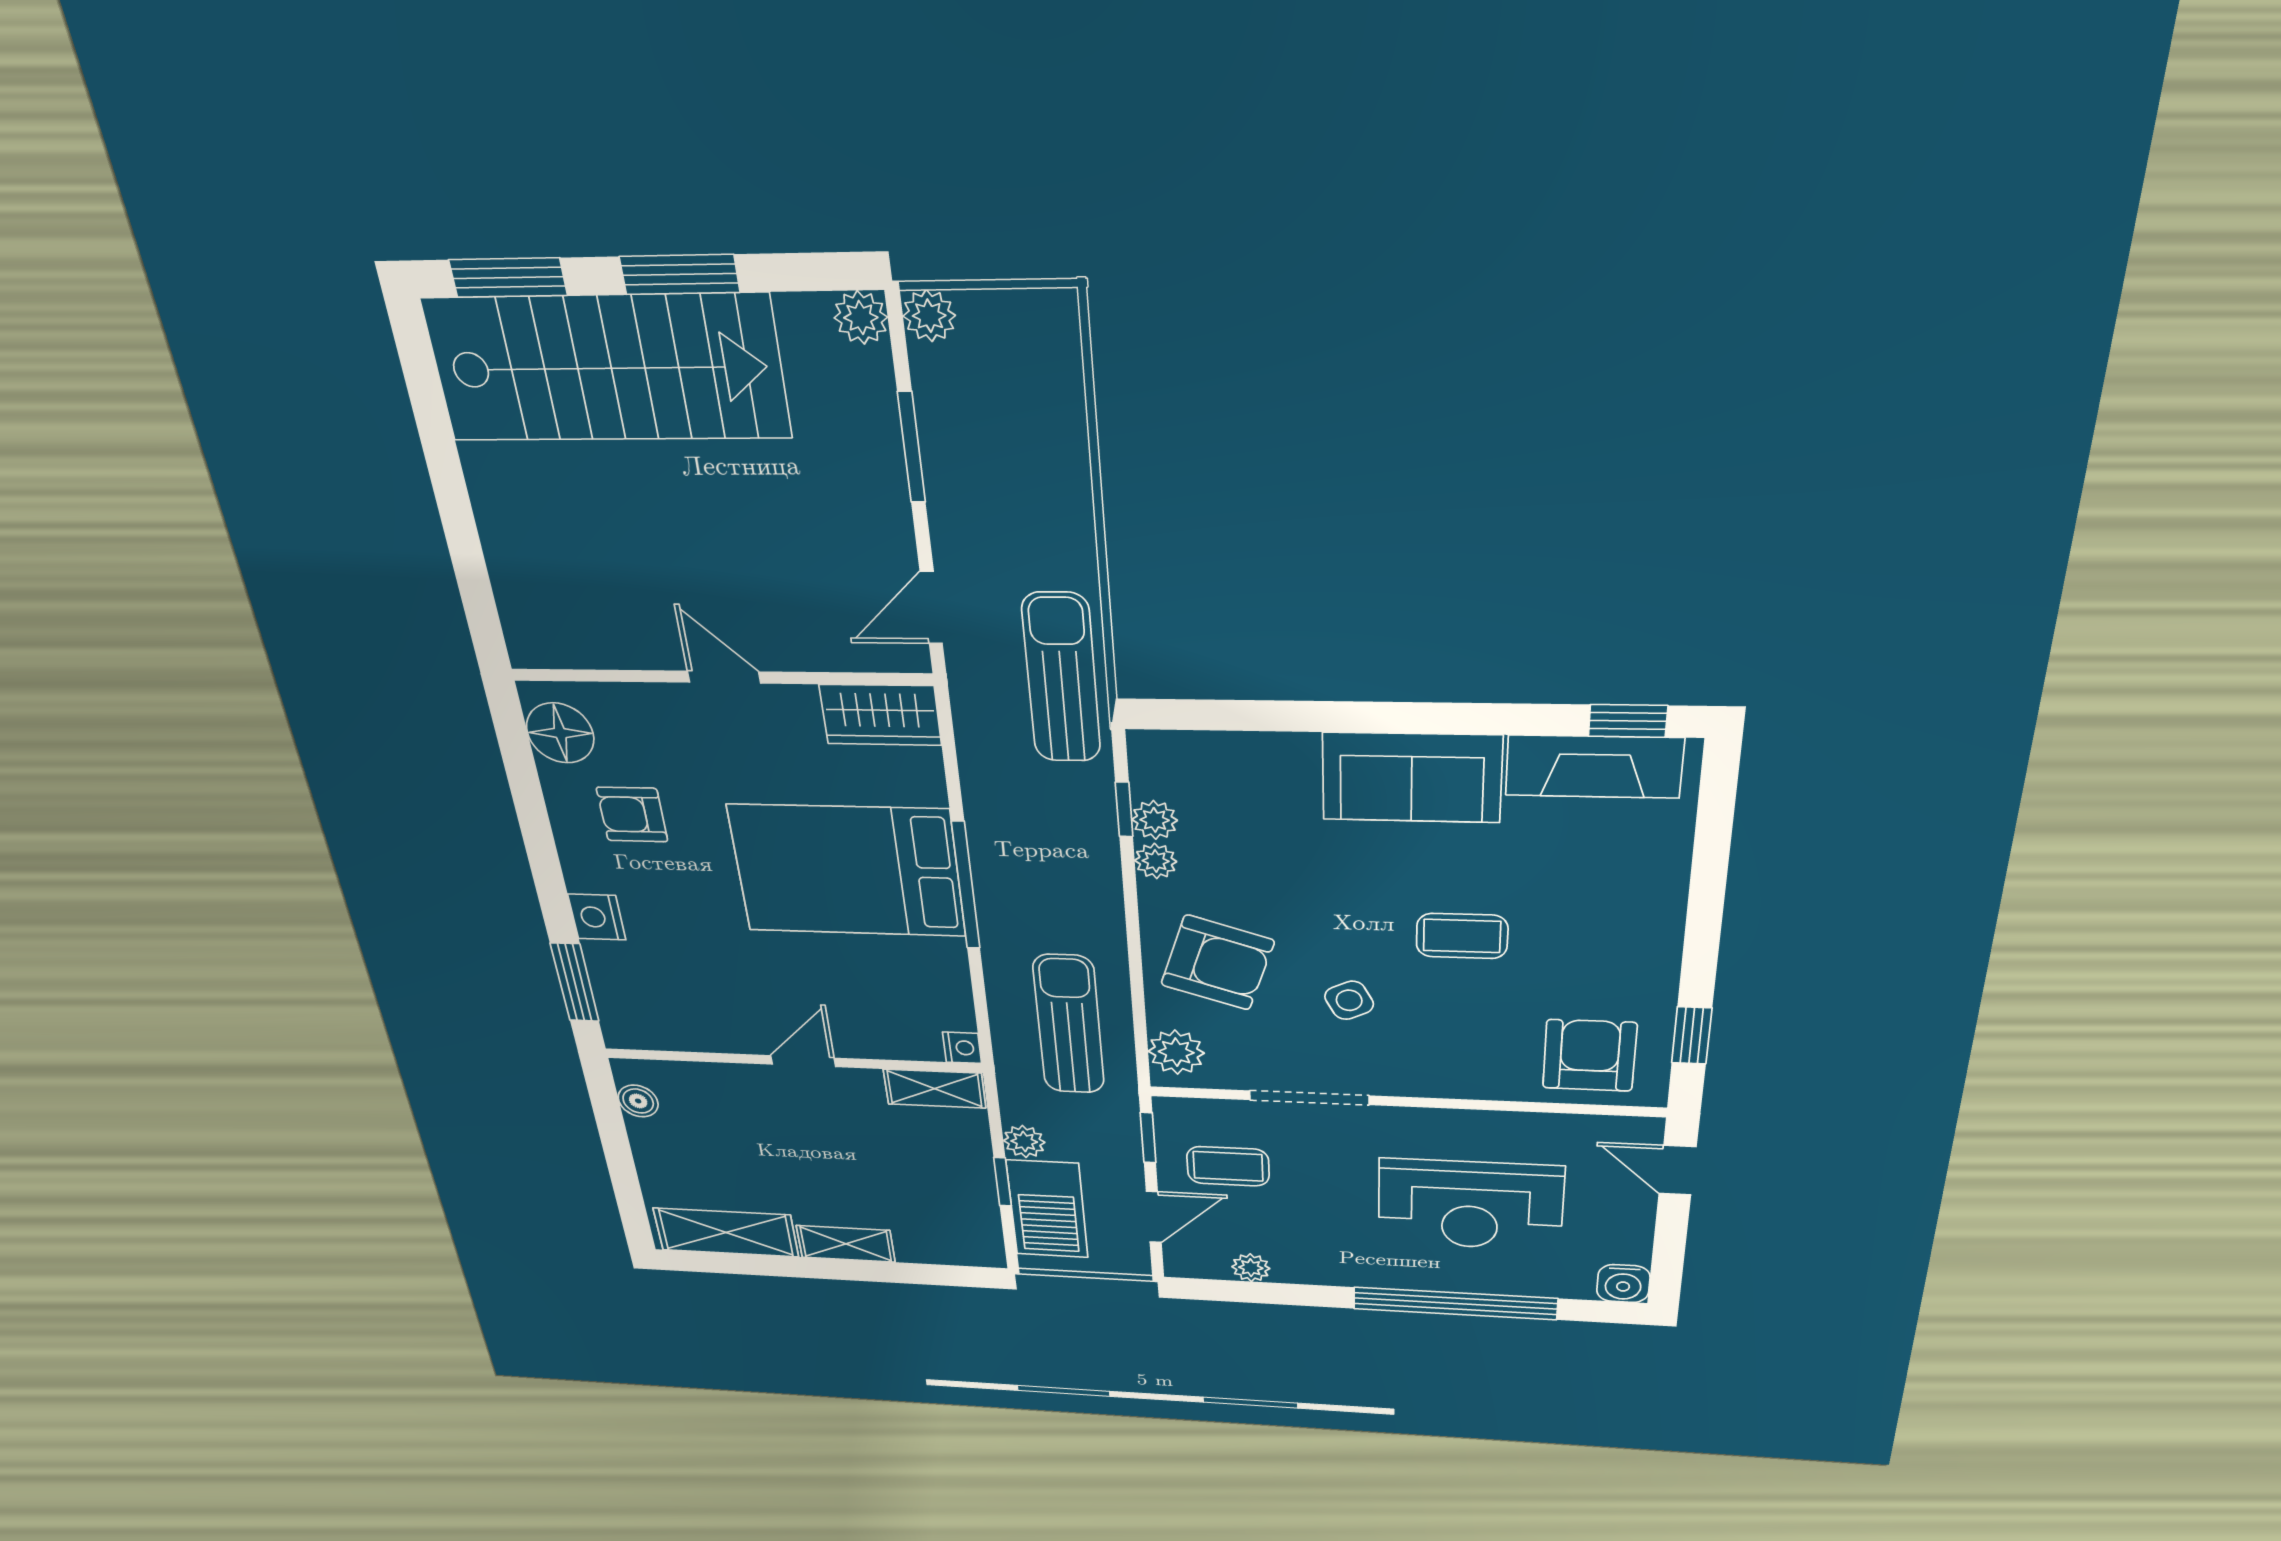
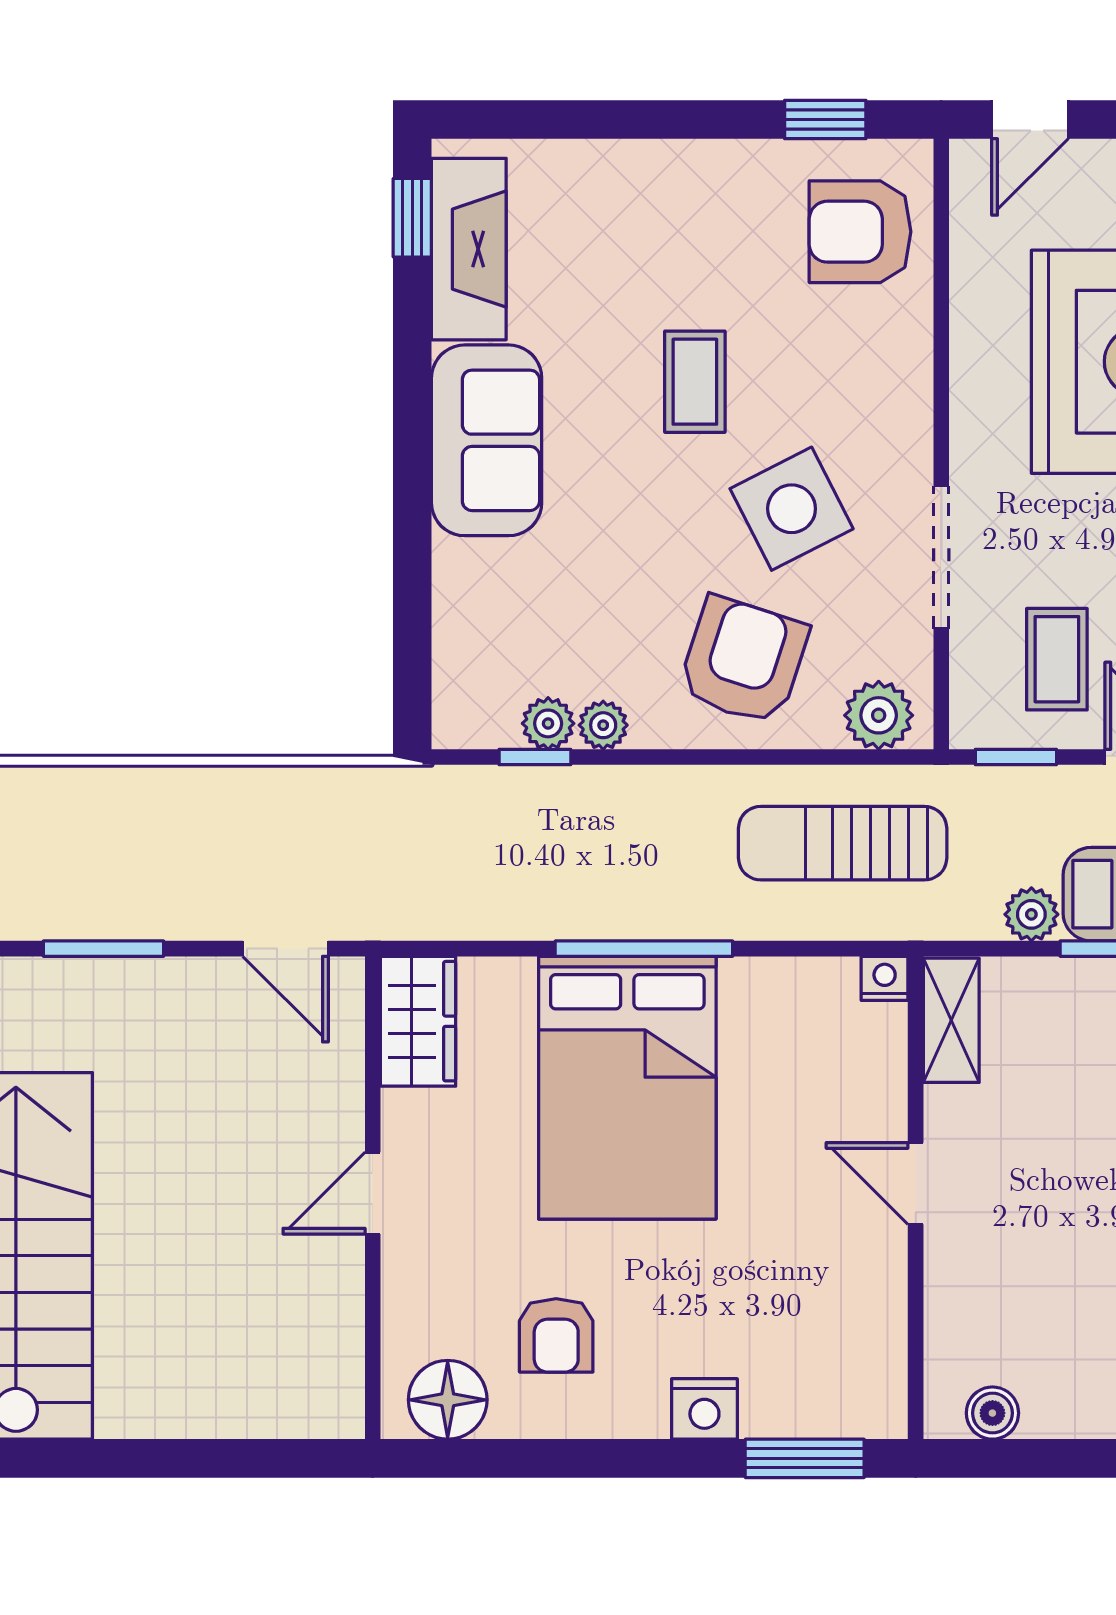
sun lounger: (1061, 678) -> (369, 815), removed
side table: (1349, 1000) -> (792, 509), width x1.87, depth x1.87

